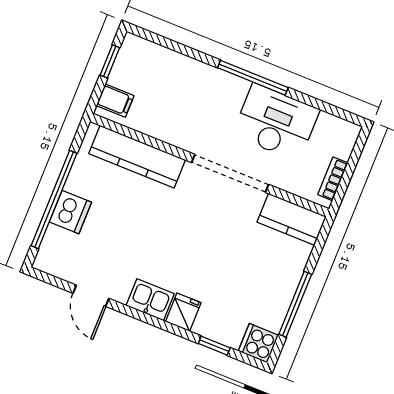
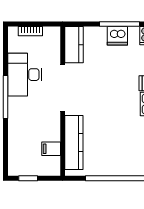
filing cabinet: (115, 101) -> (51, 149), moved, turned -90
bookcase: (333, 179) -> (30, 31), moved
dishwasher: (70, 212) -> (117, 36), moved, turned 180

